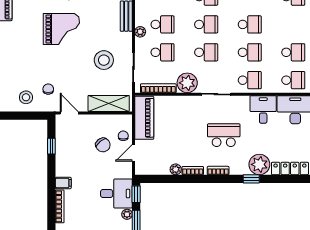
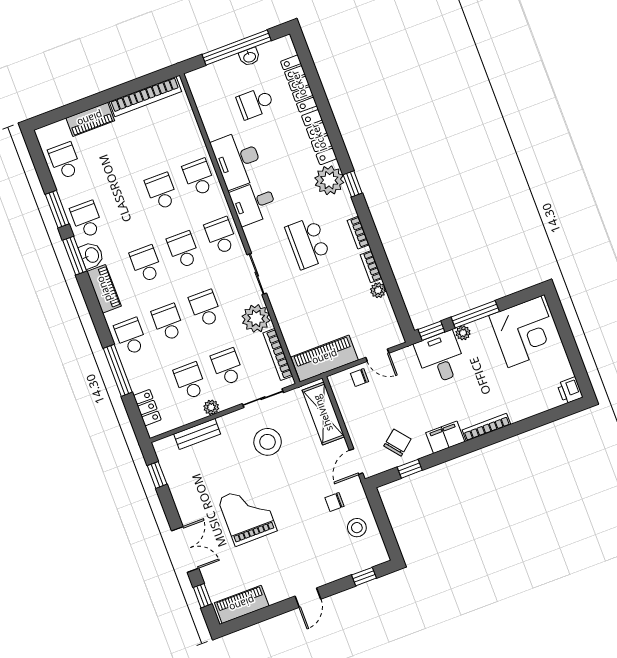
chair: (103, 145) -> (397, 443), moved
filing cabinet: (63, 183) -> (445, 437), width x2.00

